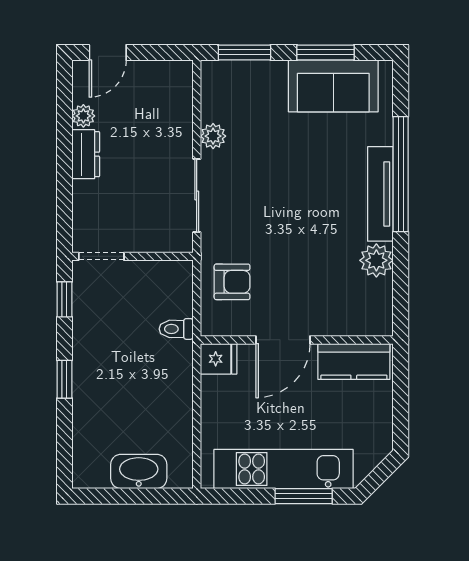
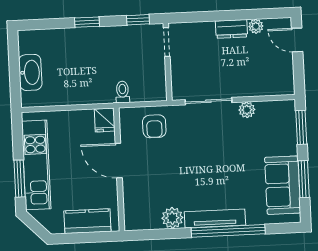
kitchen counter: (354, 361) -> (87, 221), moved, turned 90

